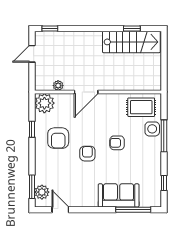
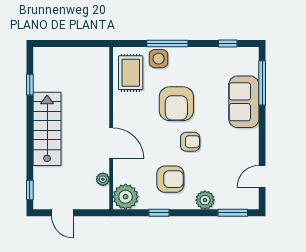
stairs: (131, 42) -> (47, 129), moved
armchair: (117, 143) -> (176, 104), width x1.88, depth x1.88
armchair: (87, 154) -> (190, 142), turned 180
plant: (42, 192) -> (205, 200), moved

